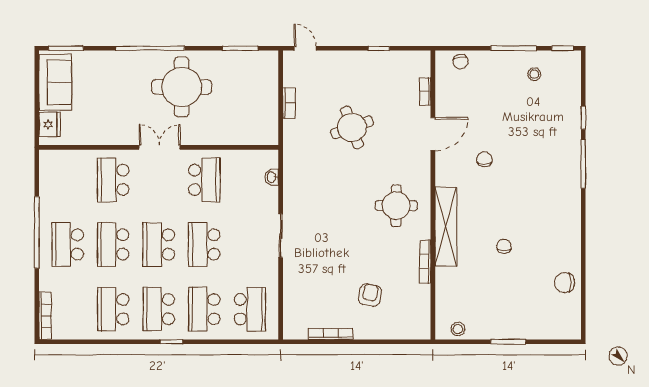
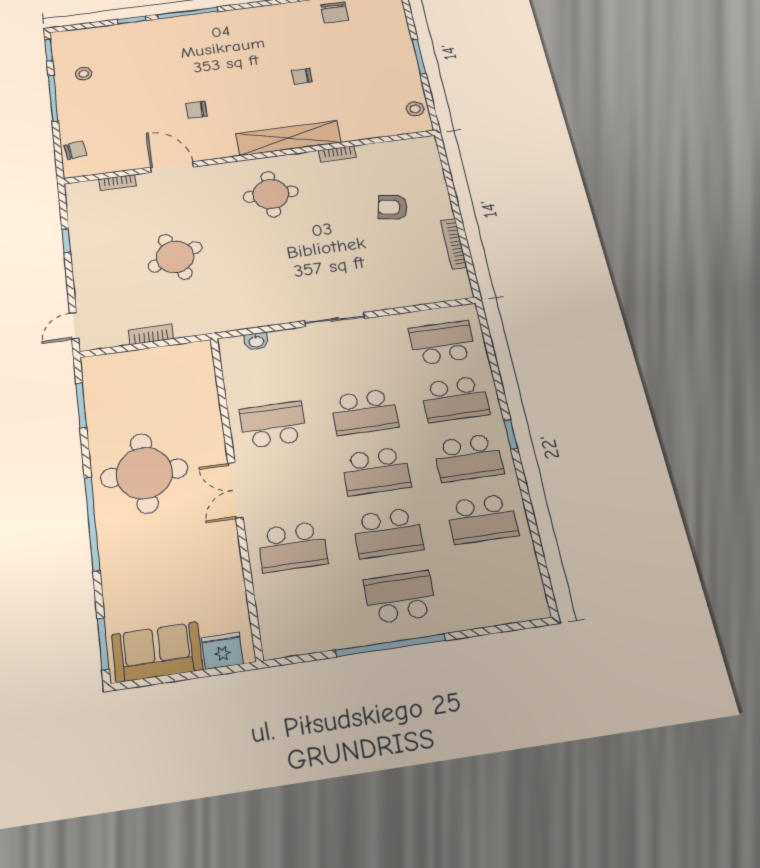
school desk: (68, 245) -> (400, 597), turned 180
bookcase: (425, 262) -> (337, 154), width x0.64
bookcase: (45, 316) -> (514, 614), removed

